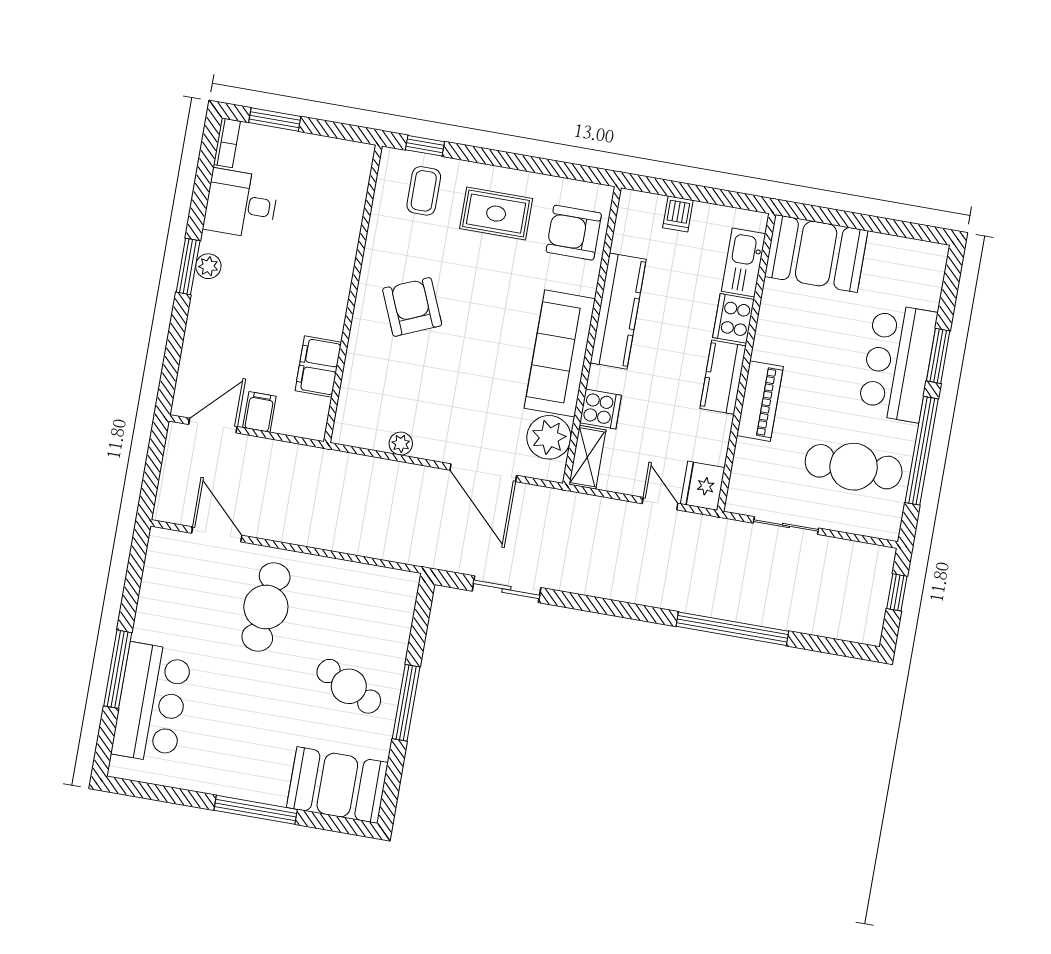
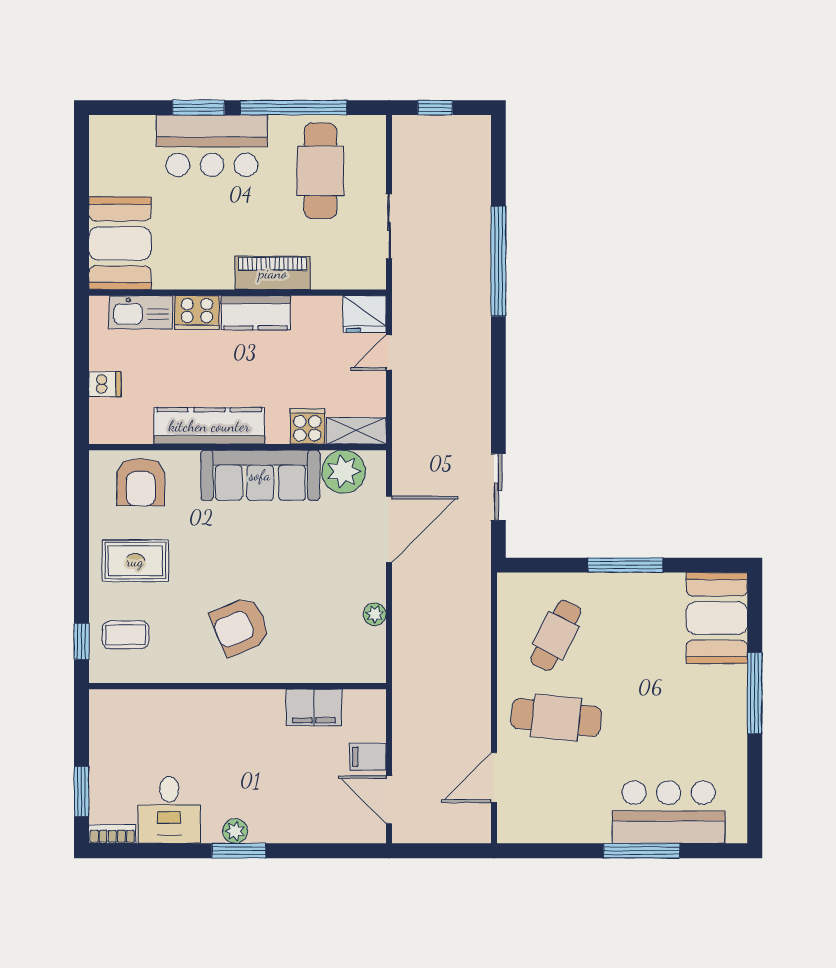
rug: (496, 214) -> (135, 561), turned 90
cafe table: (349, 686) -> (556, 635), moved

